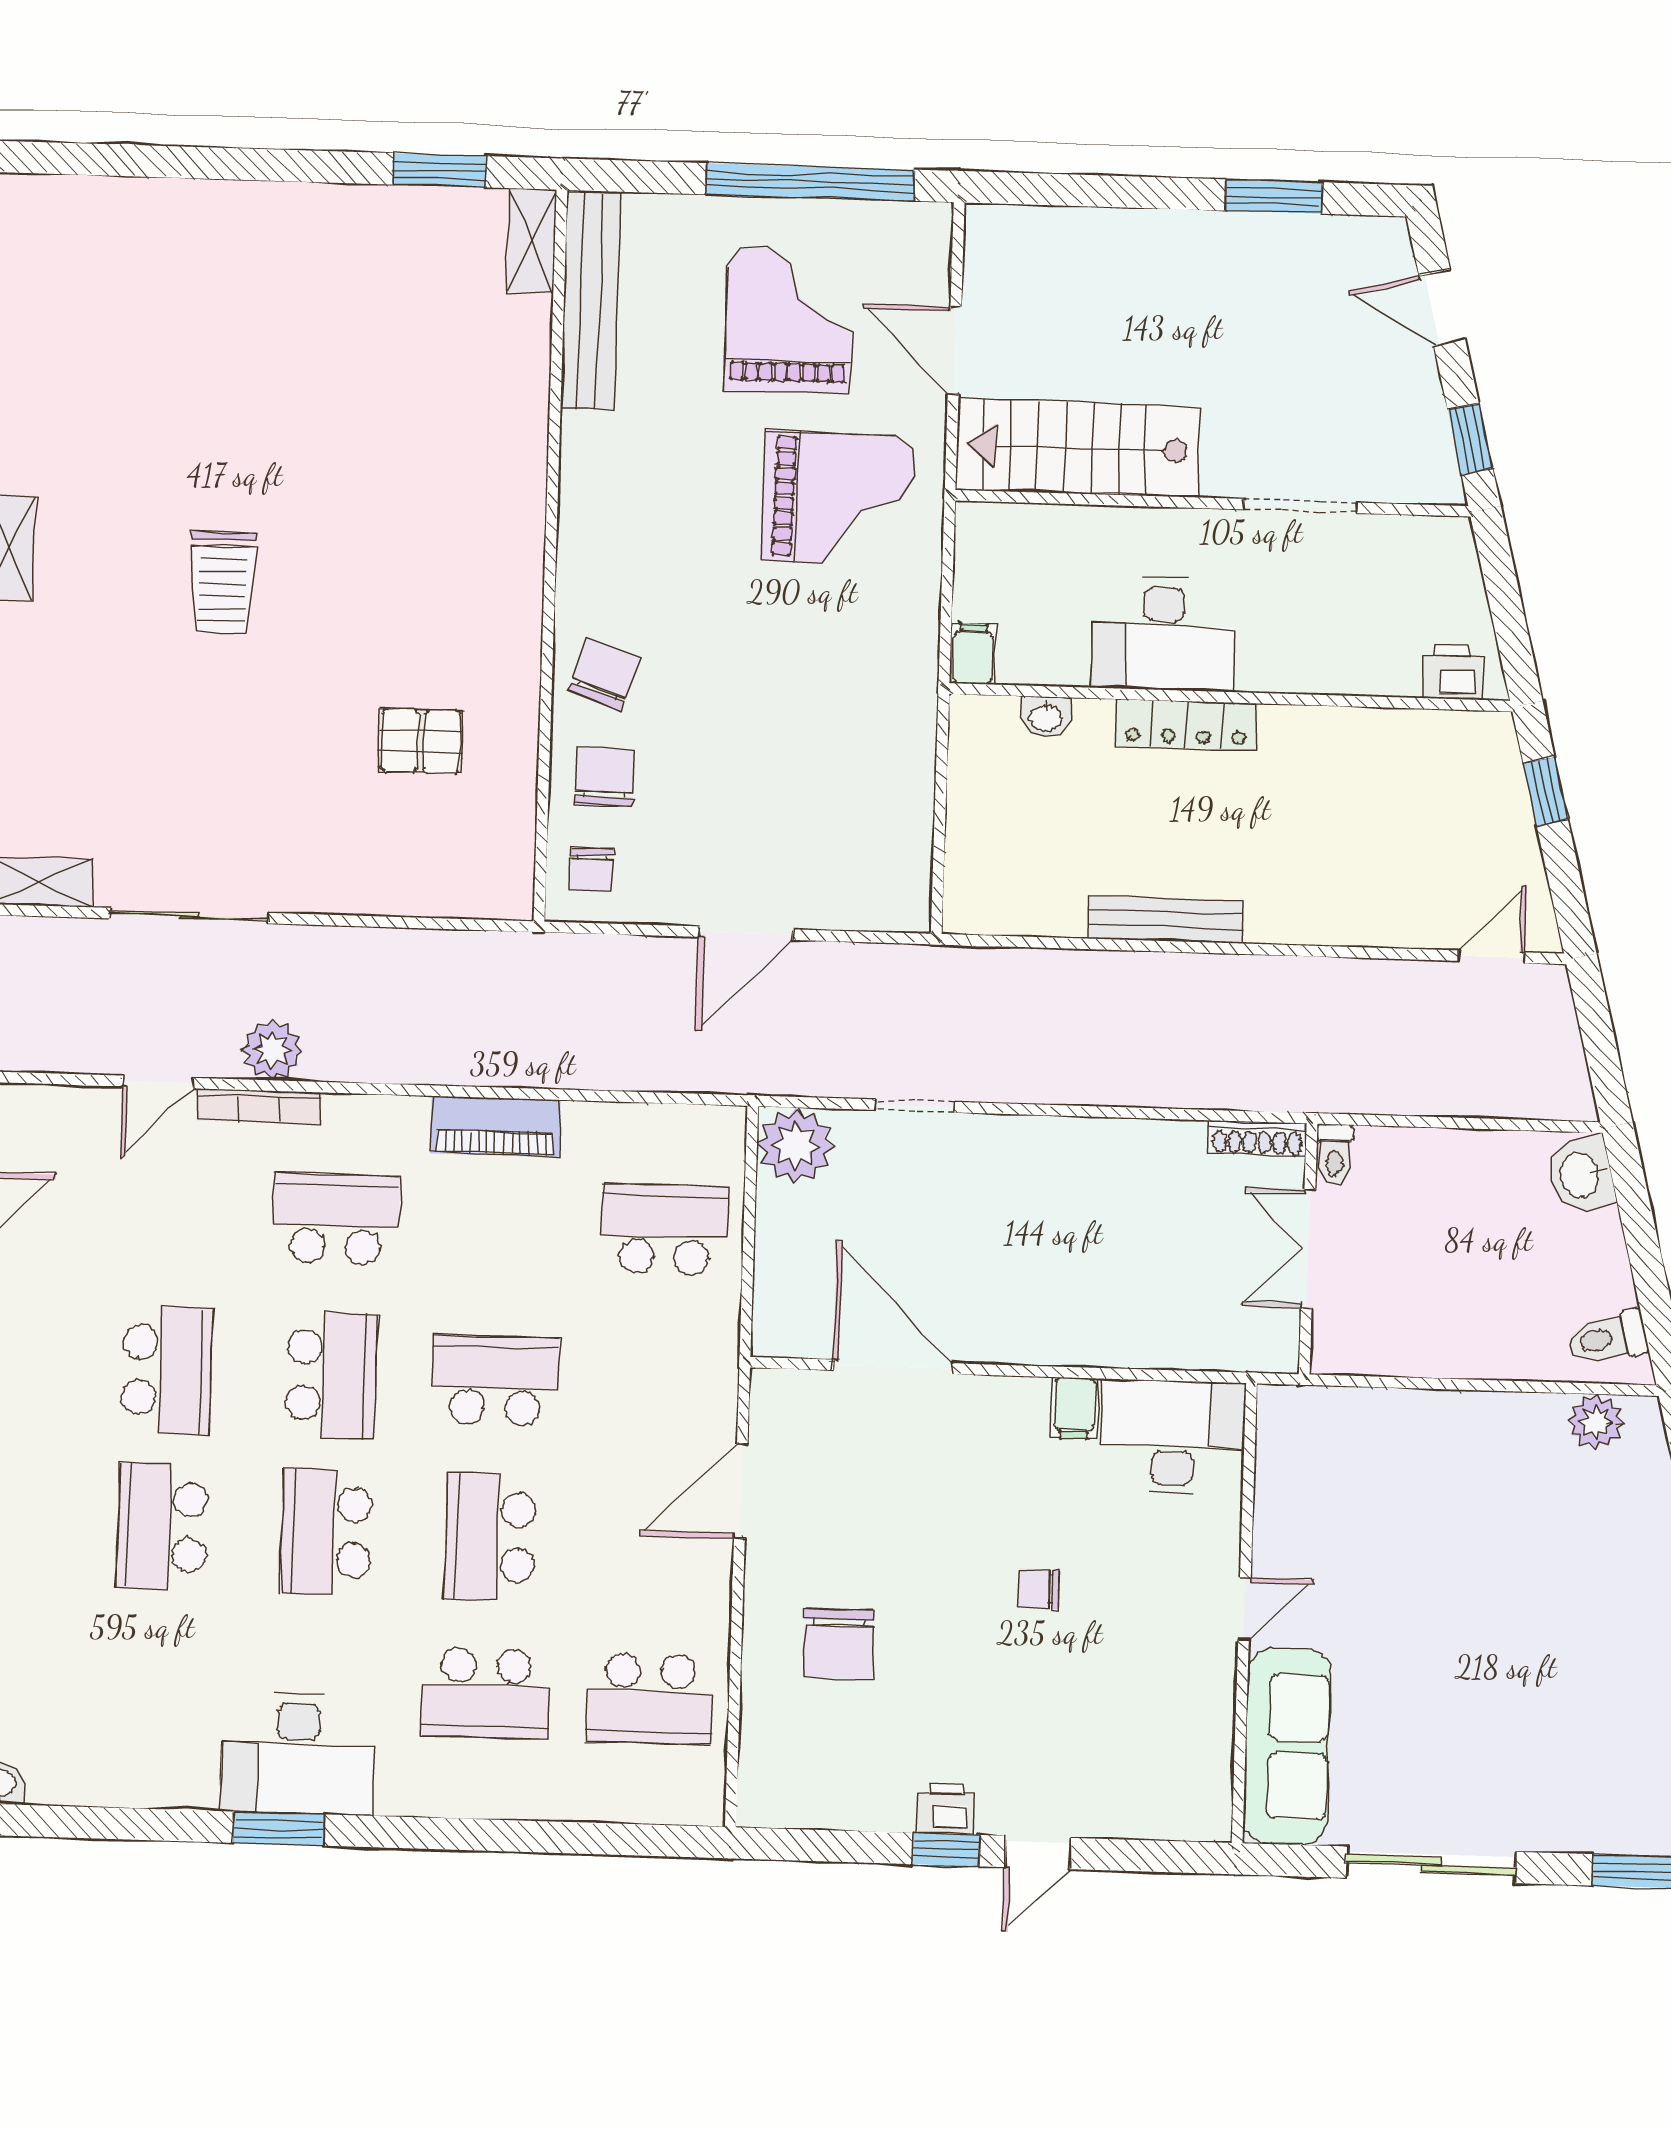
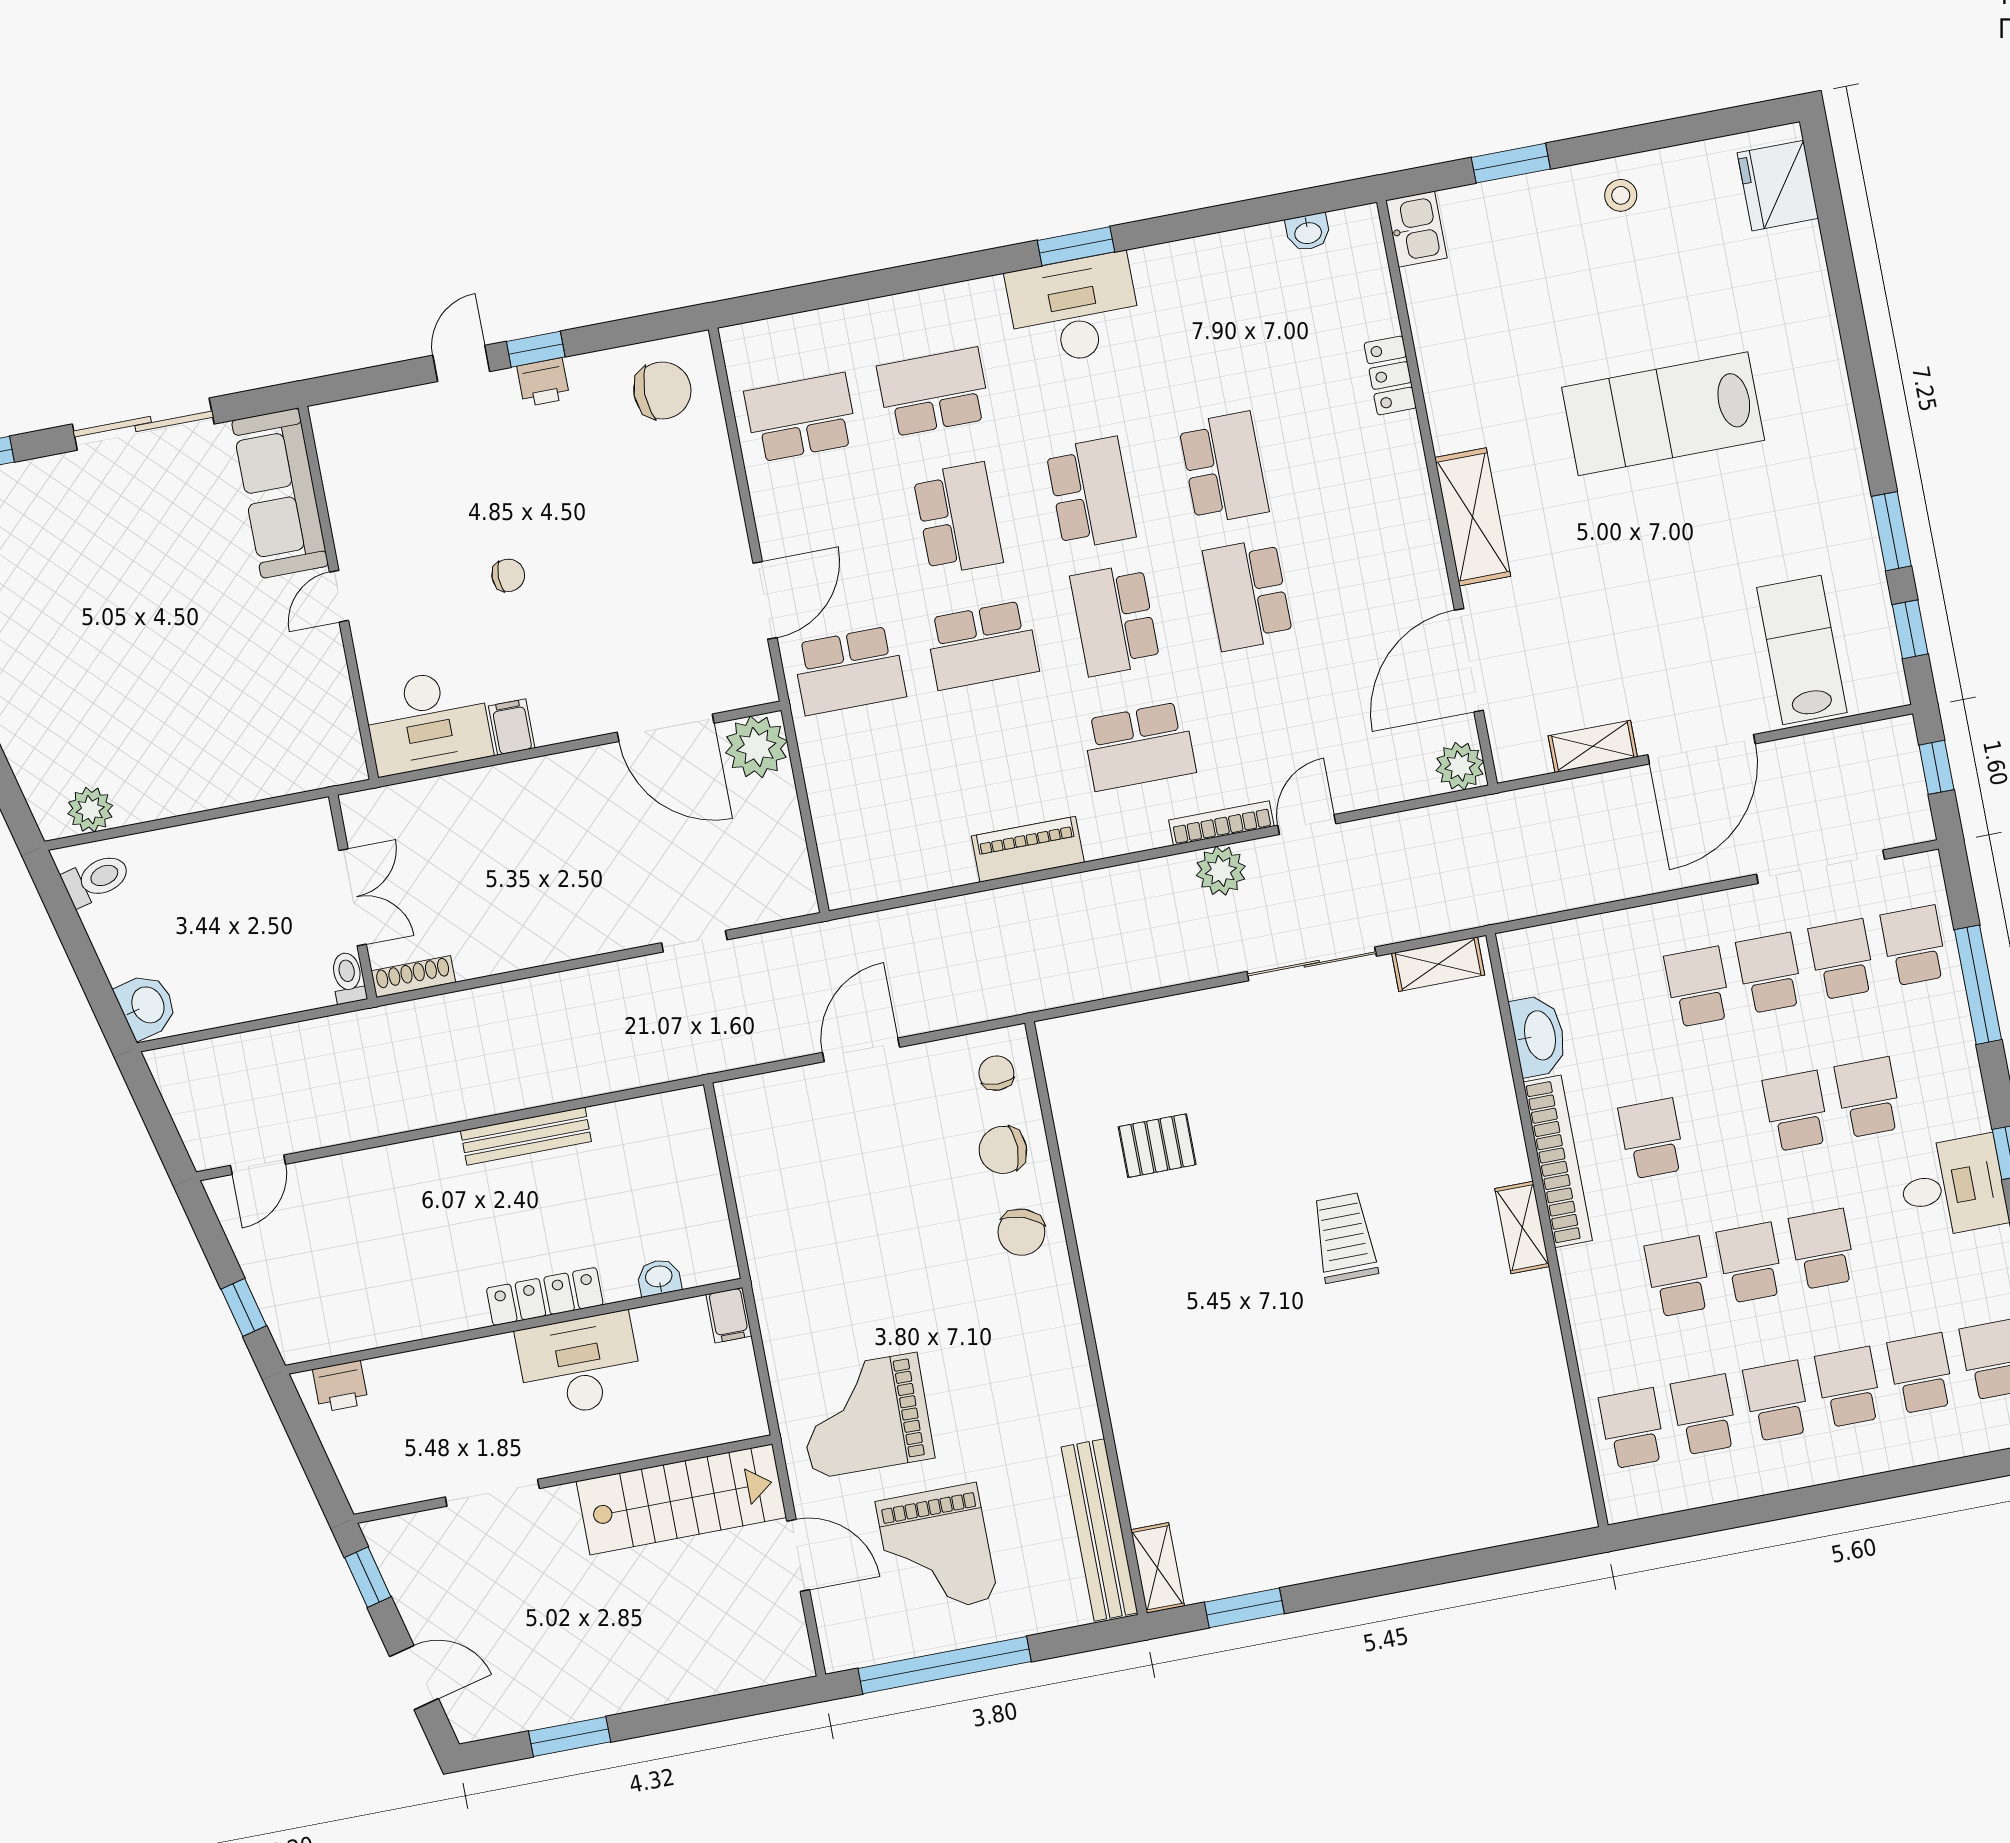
chair: (604, 777) -> (1003, 1150), turned 90
plant: (795, 1146) -> (756, 747), moved
school desk: (664, 1229) -> (849, 671), moved
chair: (838, 1644) -> (662, 390), moved, turned 90

